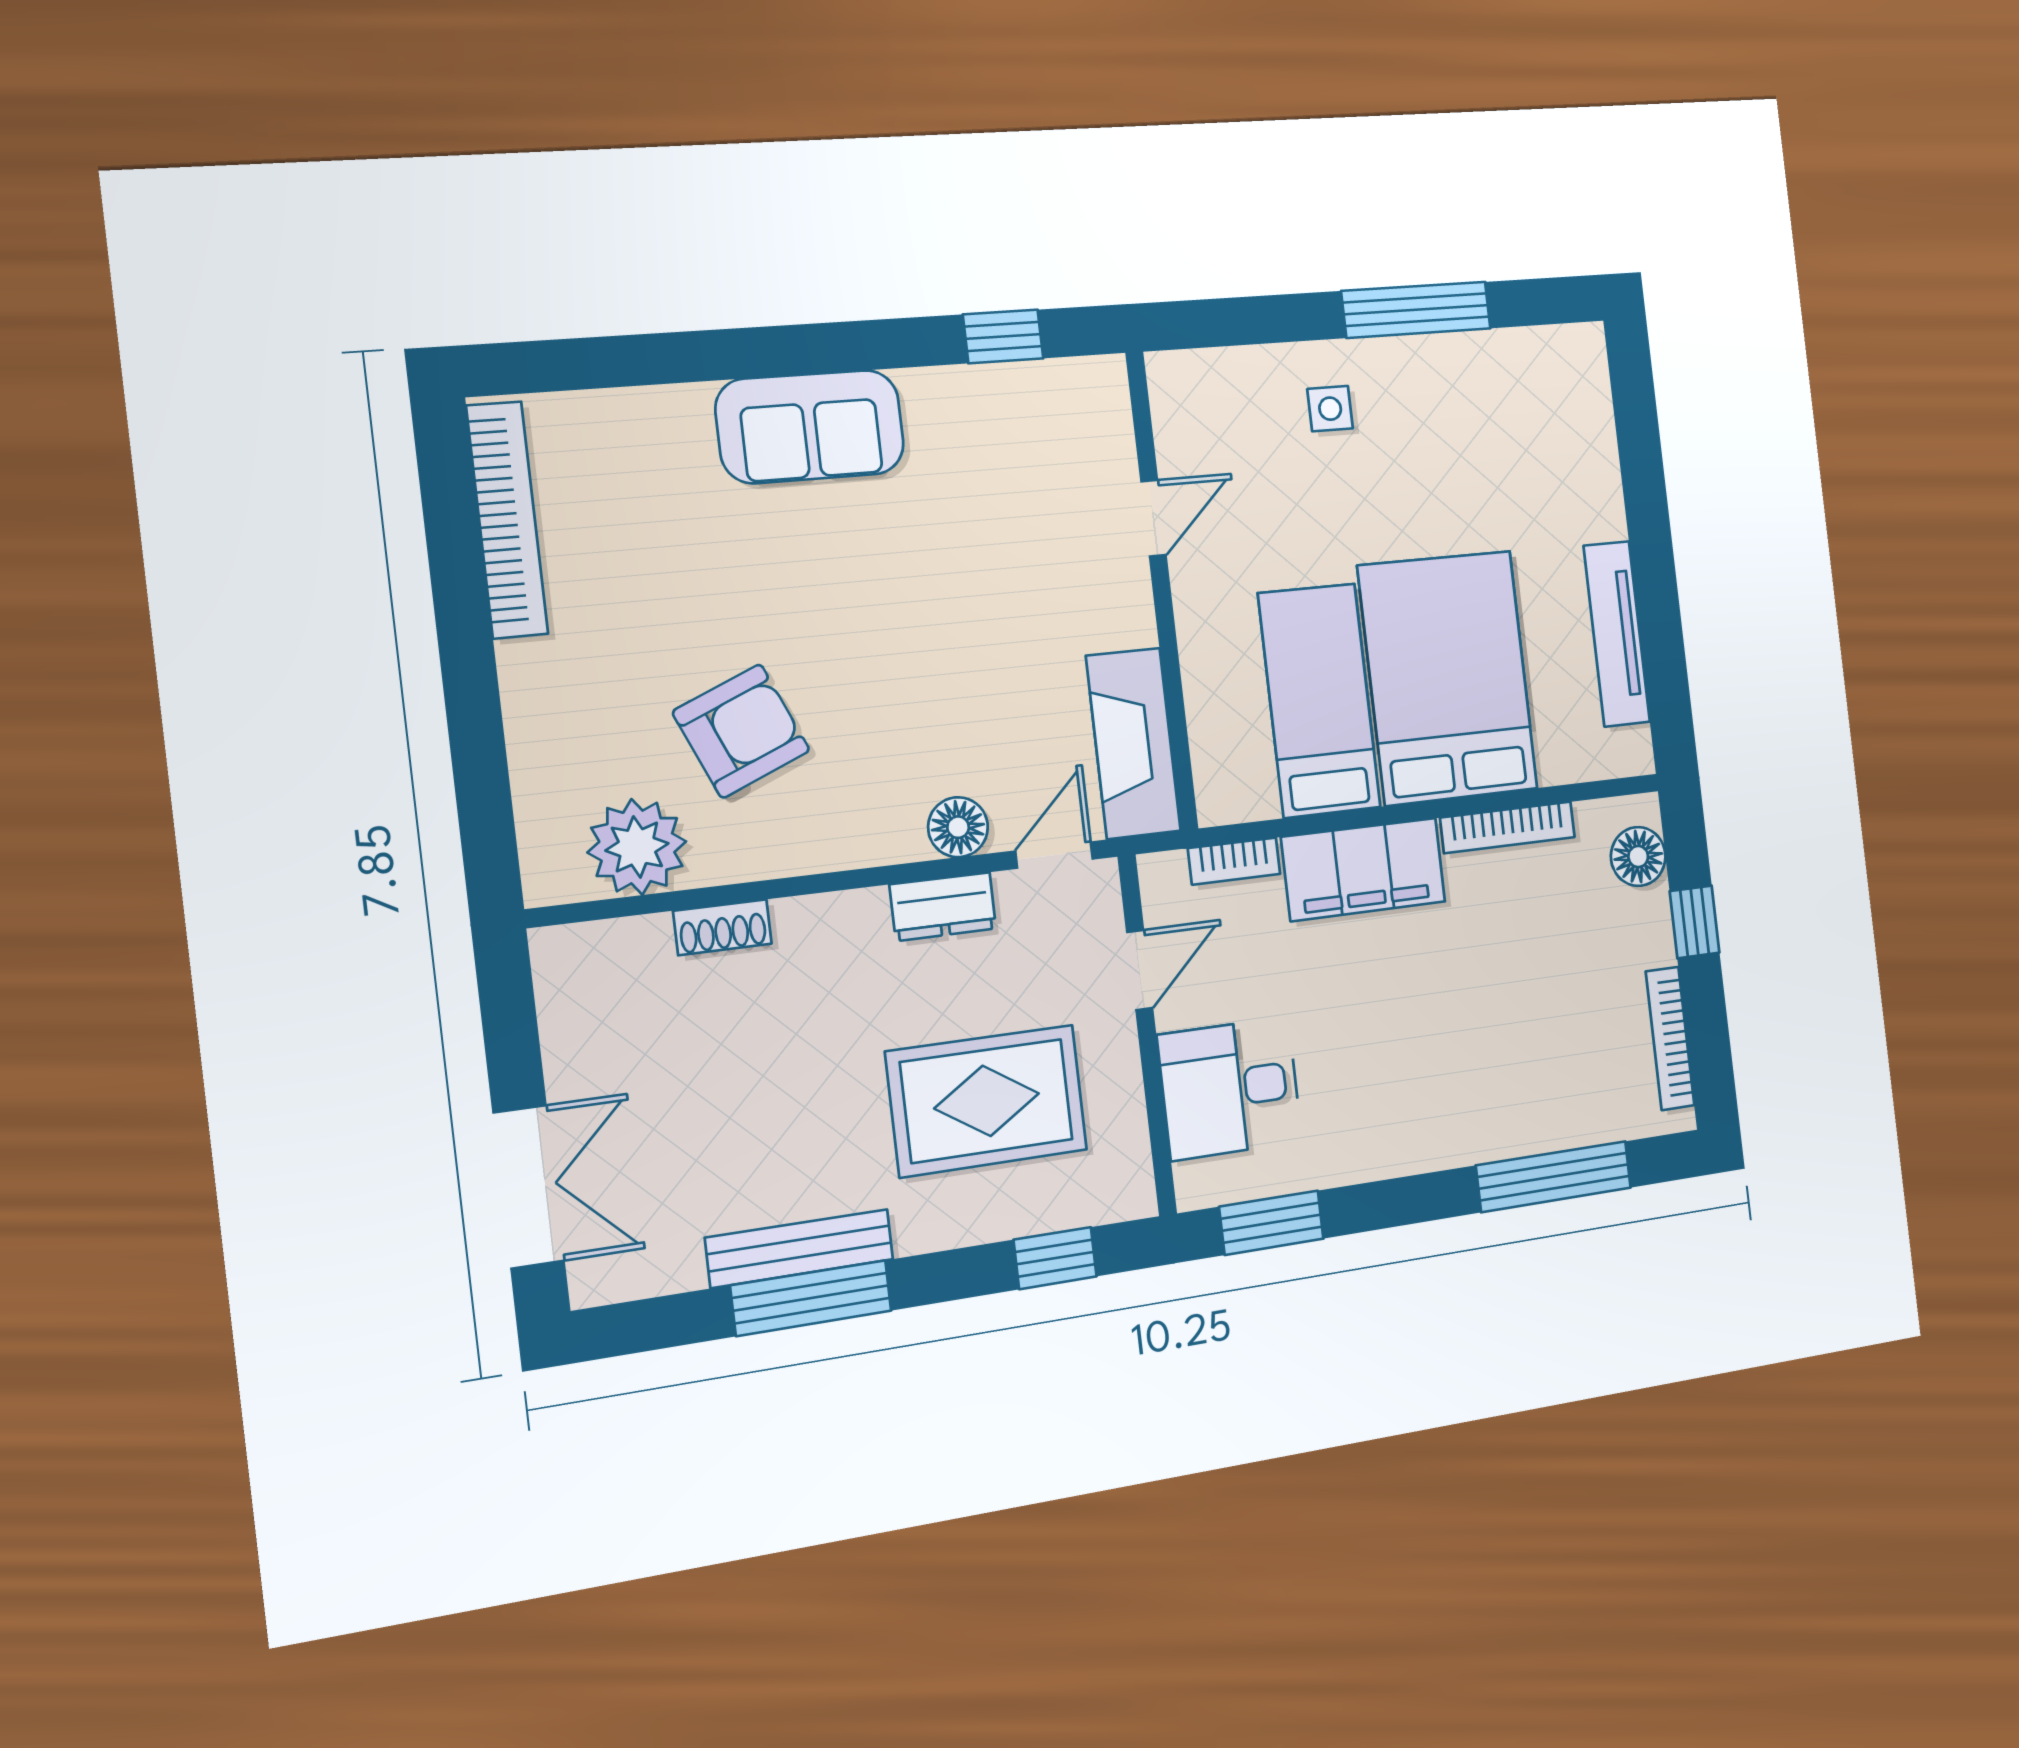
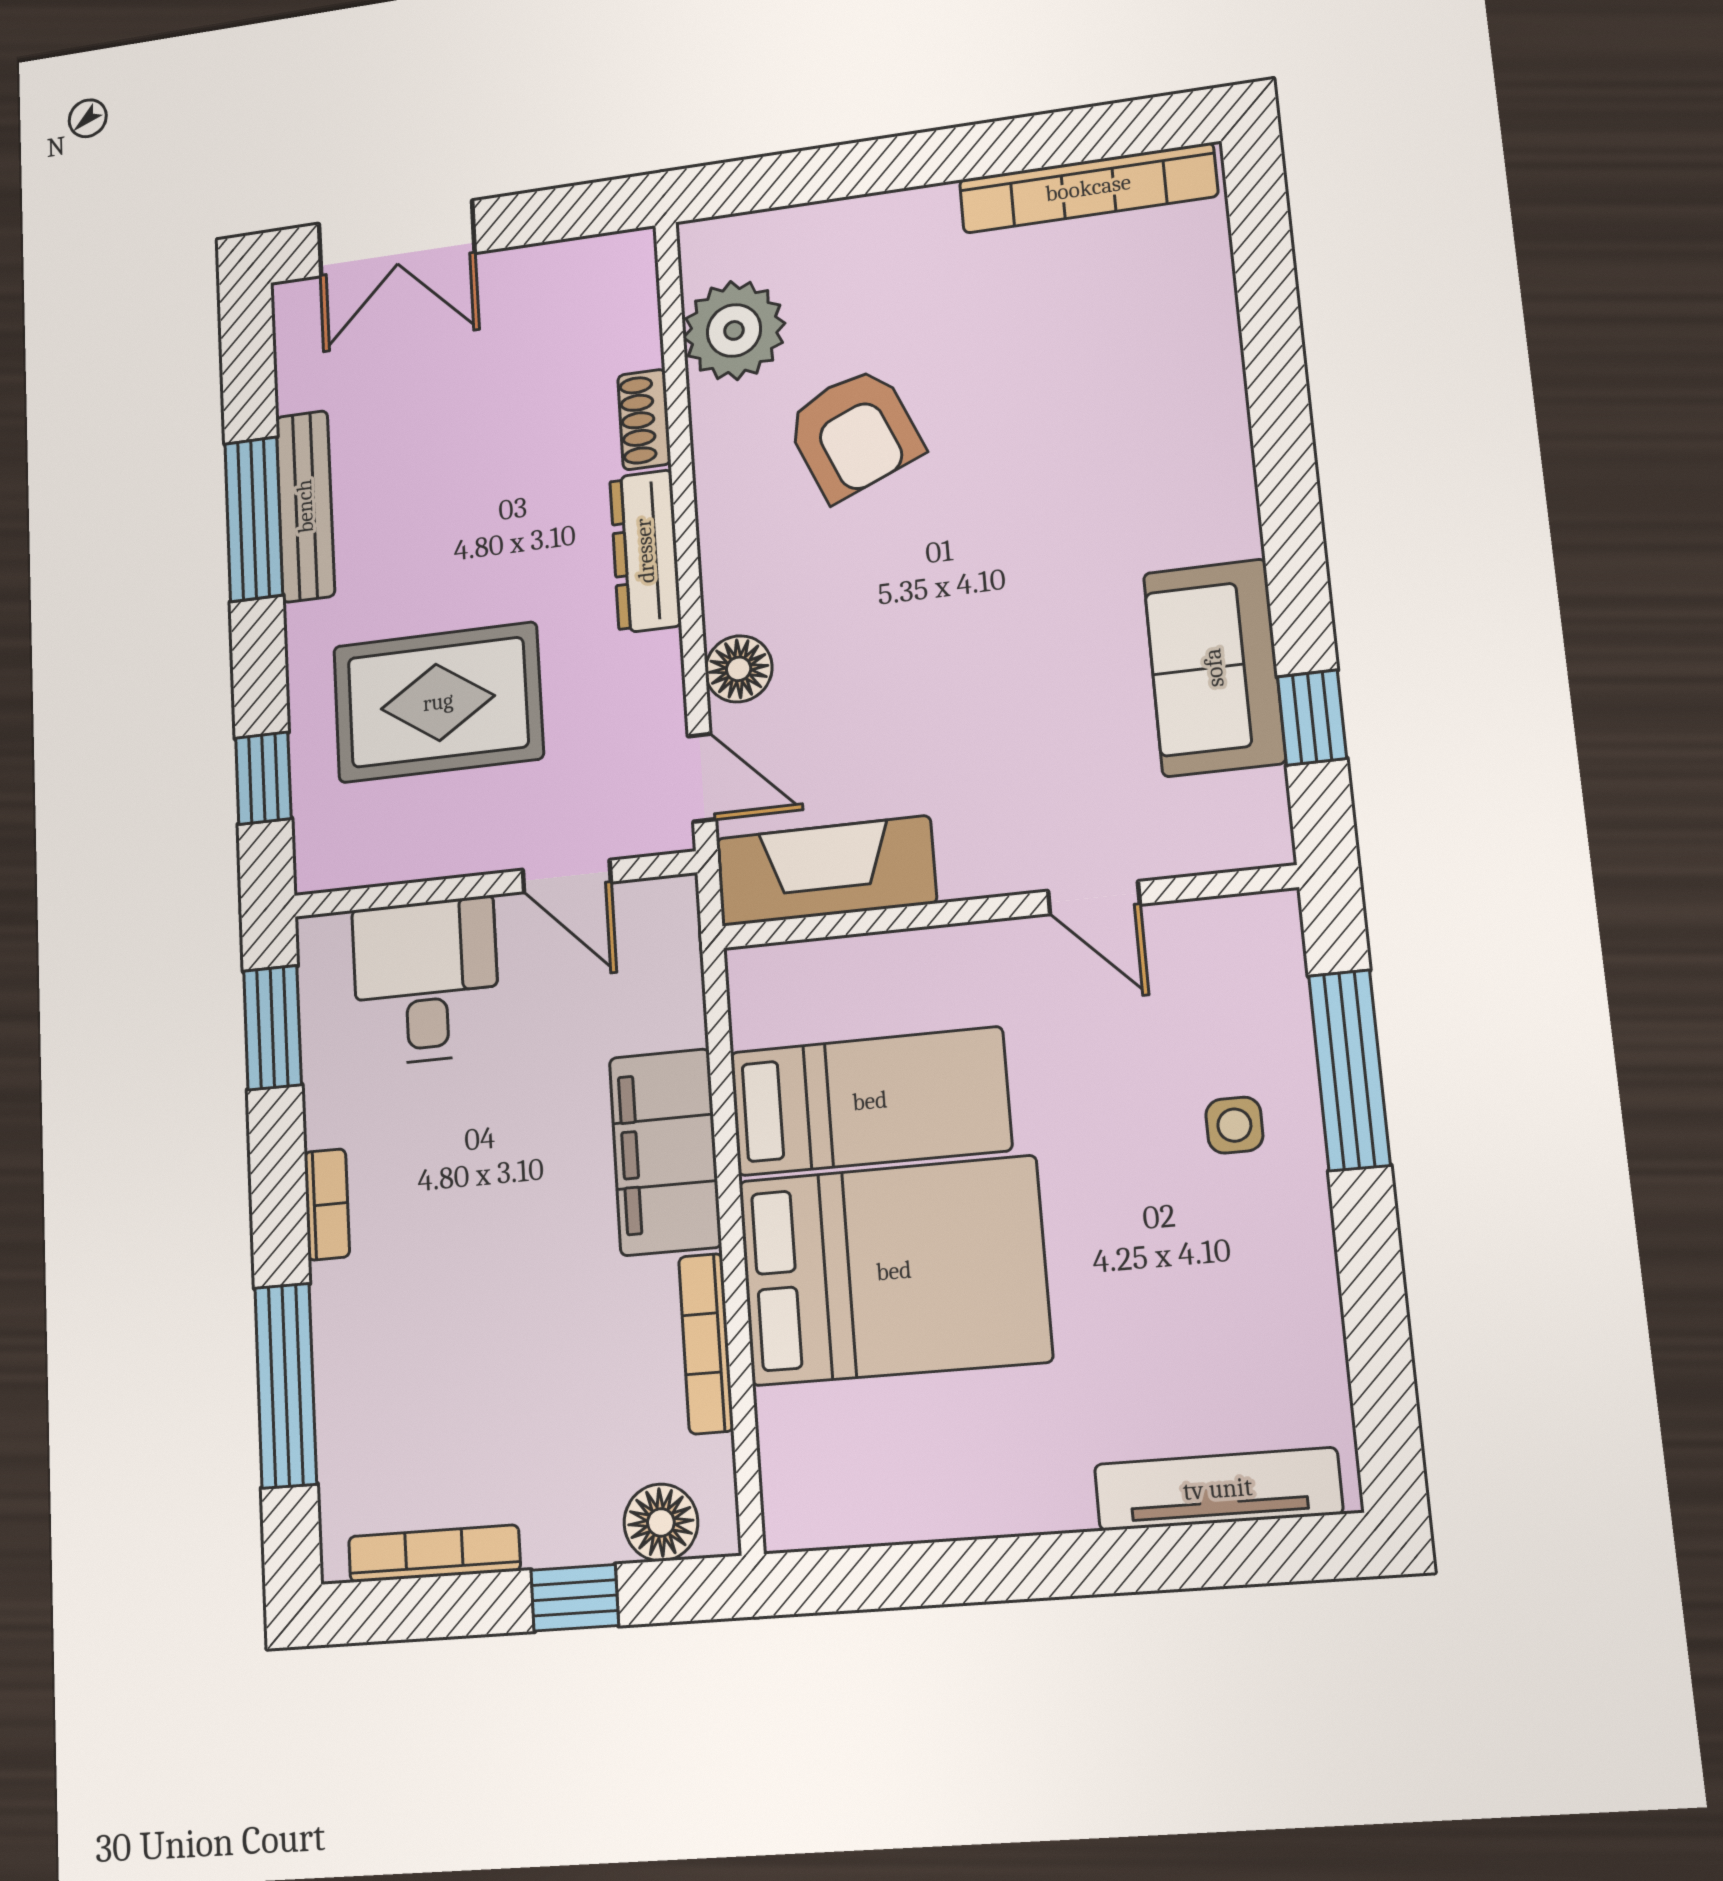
window: (1416, 310) -> (1349, 1070), moved
sofa: (810, 427) -> (1214, 668), moved
tv unit: (1617, 634) -> (1218, 1489), moved
bookcase: (1234, 861) -> (327, 1204), moved, turned 180
dresser: (943, 907) -> (645, 551), moved, width x1.44
rug: (987, 1101) -> (438, 702), turned 90

